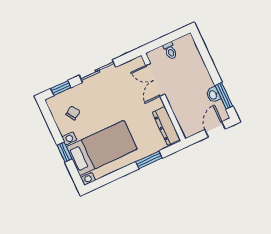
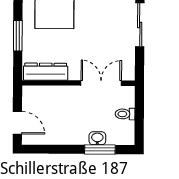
washbasin: (213, 95) -> (97, 138), moved
window: (224, 96) -> (100, 149), moved

